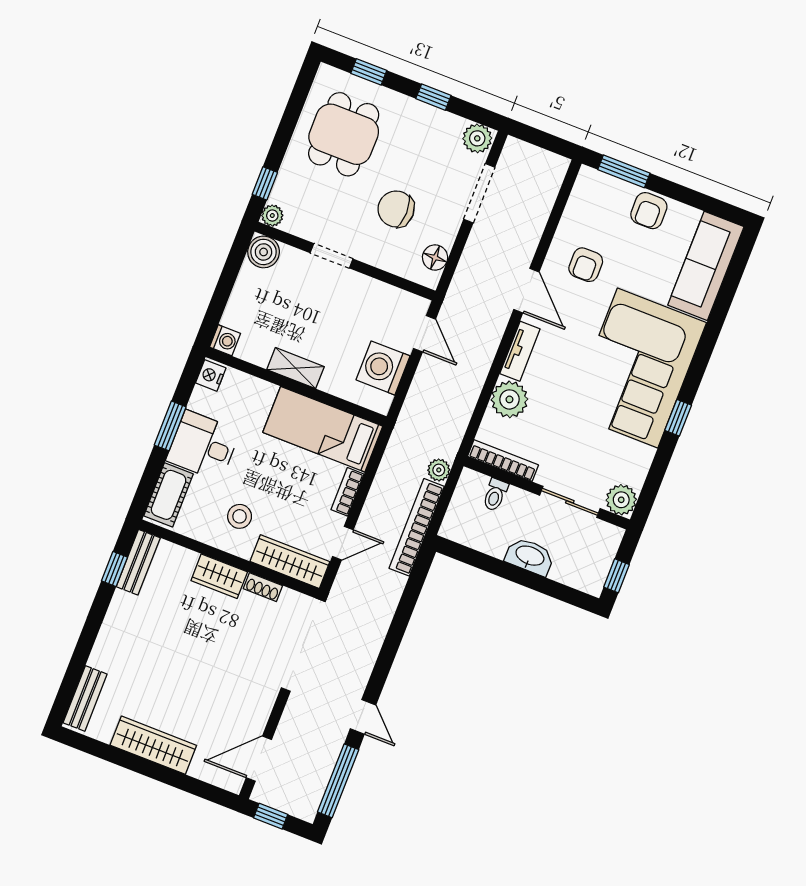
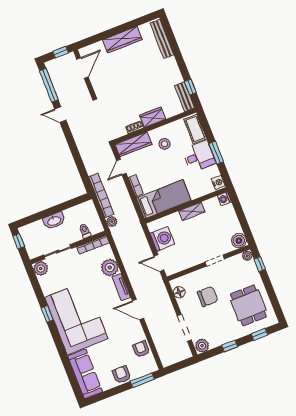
armchair: (586, 265) -> (141, 349), moved
bench: (85, 698) -> (162, 39), width x1.36

